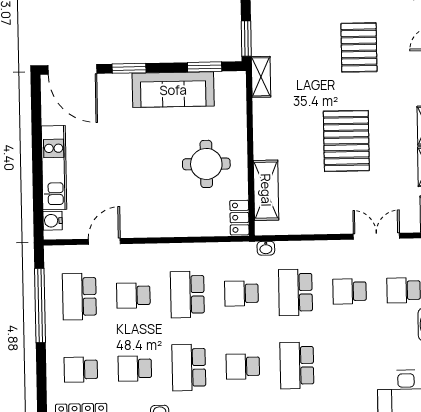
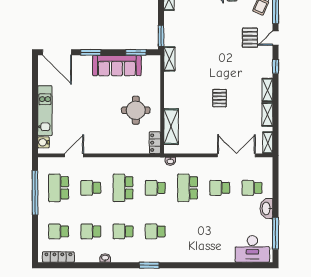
pallet: (359, 47) -> (250, 38), moved, width x0.67, depth x0.71
pallet: (346, 141) -> (220, 98), width x0.49, depth x0.50
double door: (376, 236) -> (236, 155), width x1.37
school desk: (297, 365) -> (187, 231), removed
school desk: (189, 367) -> (123, 231), width x0.54

